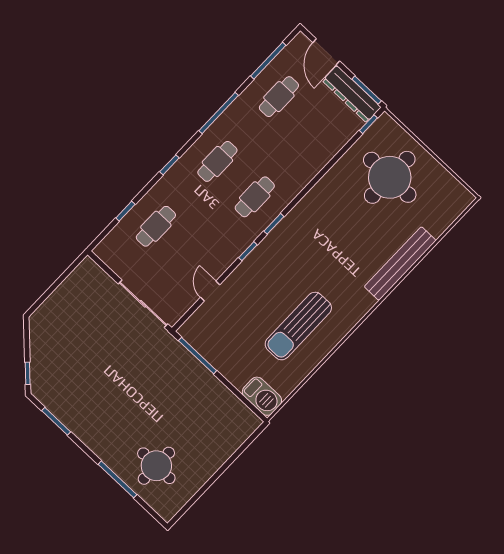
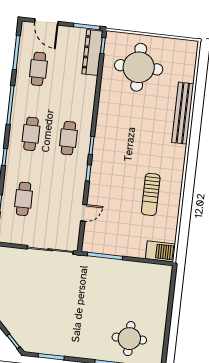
dresser: (352, 94) -> (92, 53), moved, turned 90
door: (210, 291) -> (84, 213), swing flipped
sun lounger: (298, 326) -> (151, 194), width x0.73, depth x0.75

